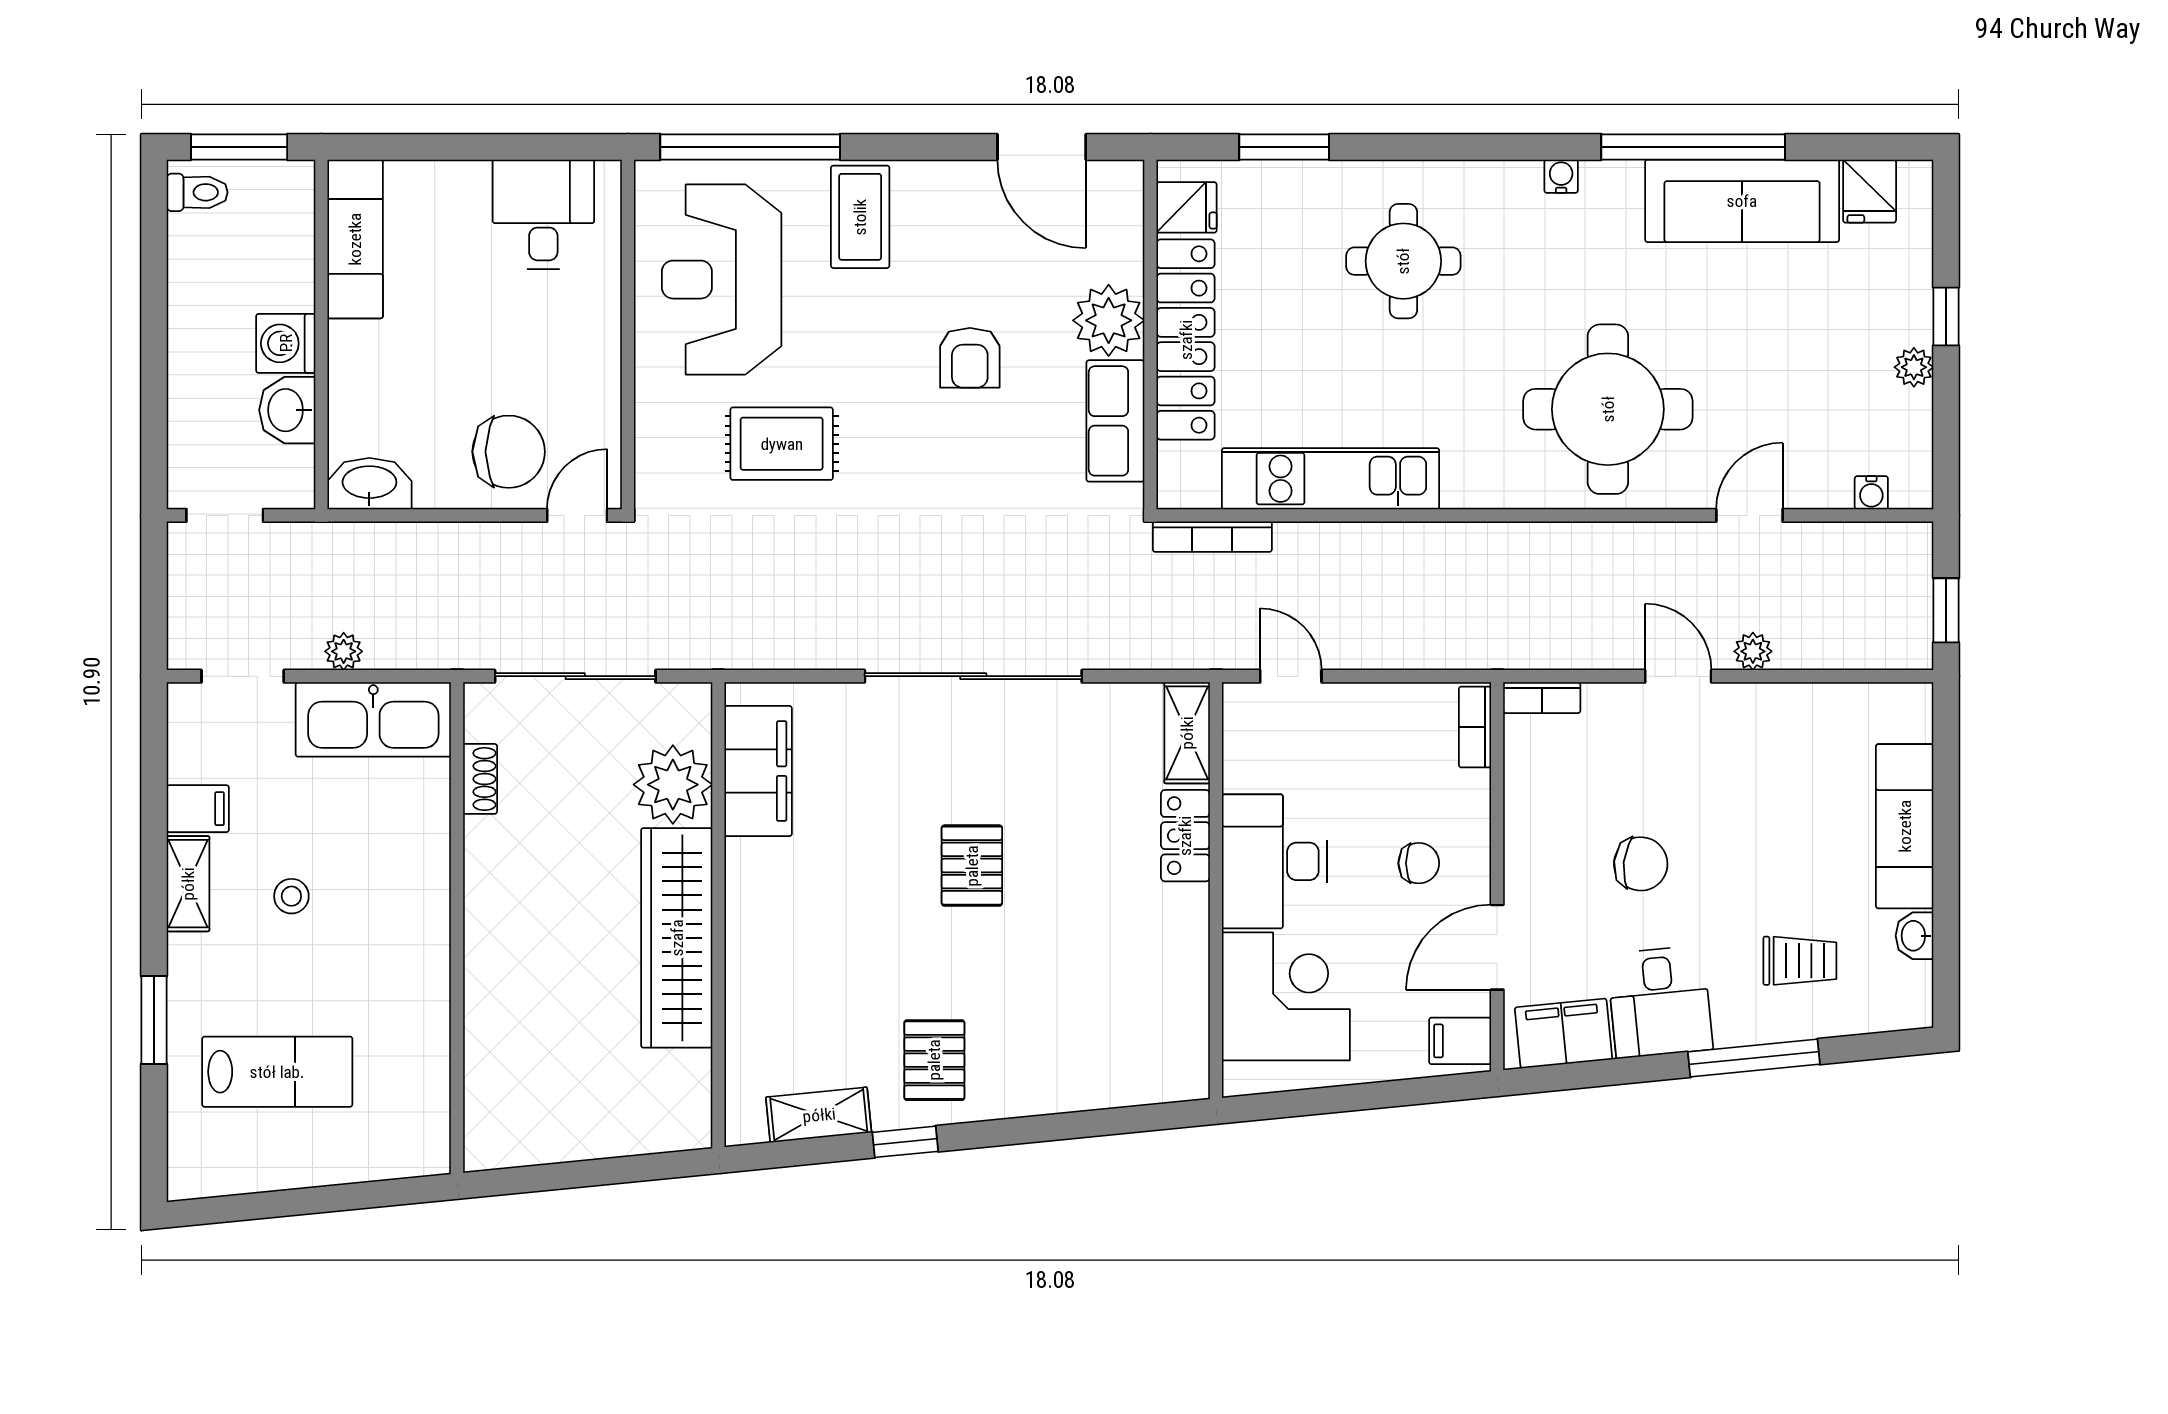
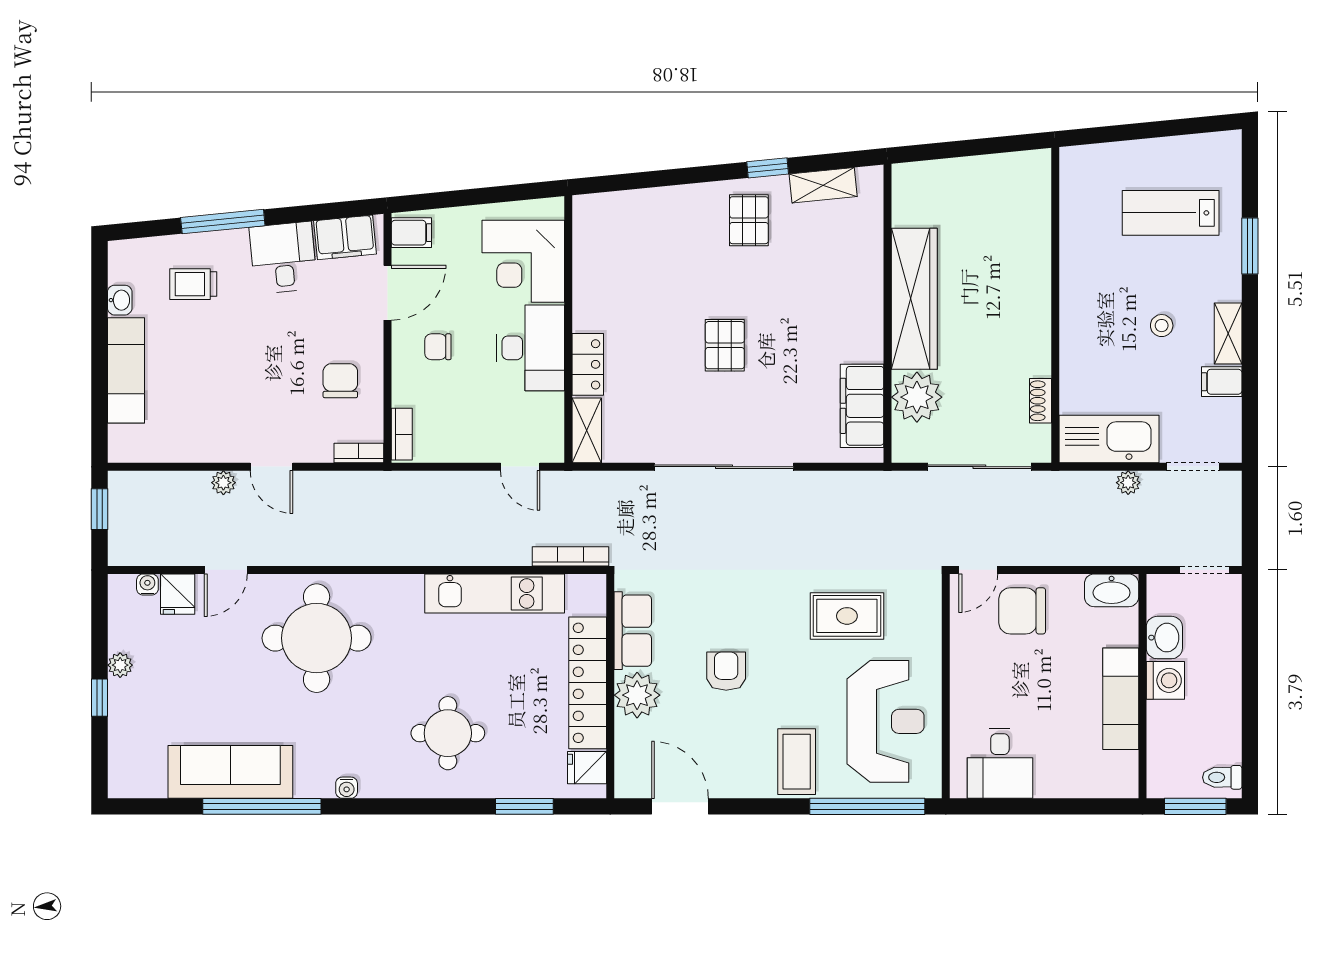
fridge: (1870, 191) -> (178, 594), moved, turned 180
exam couch: (355, 239) -> (1121, 699), moved
chair: (1641, 864) -> (340, 381), moved, turned 84

